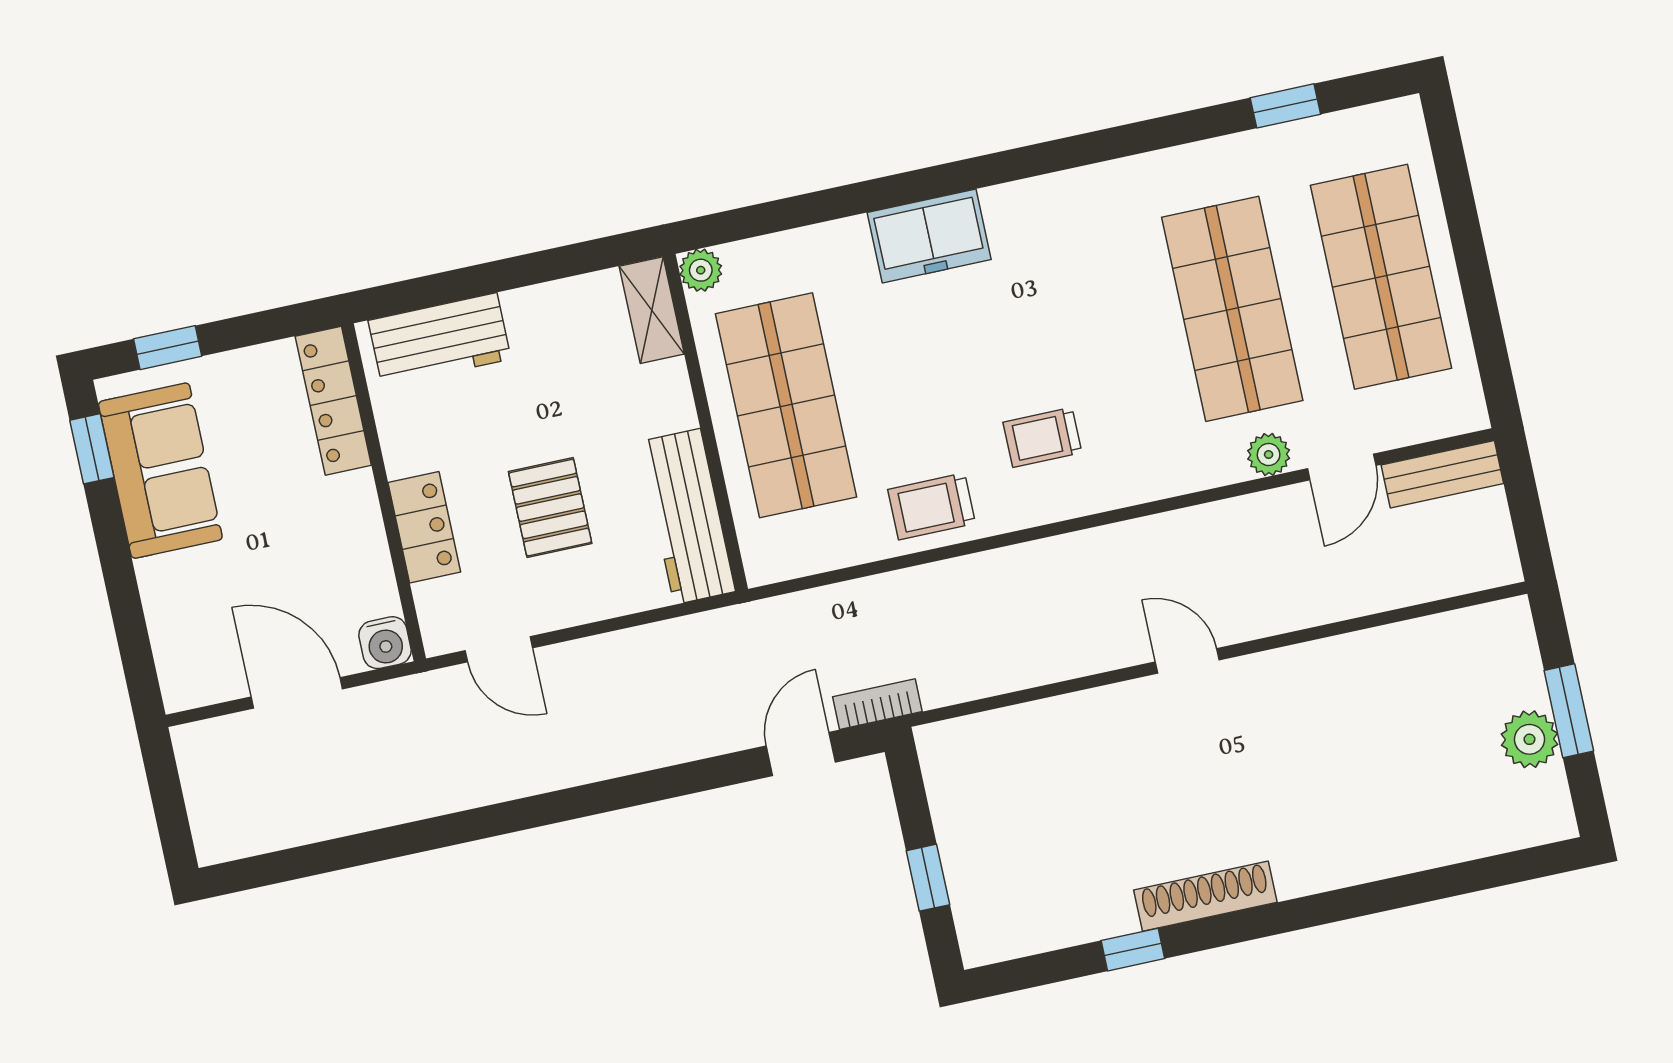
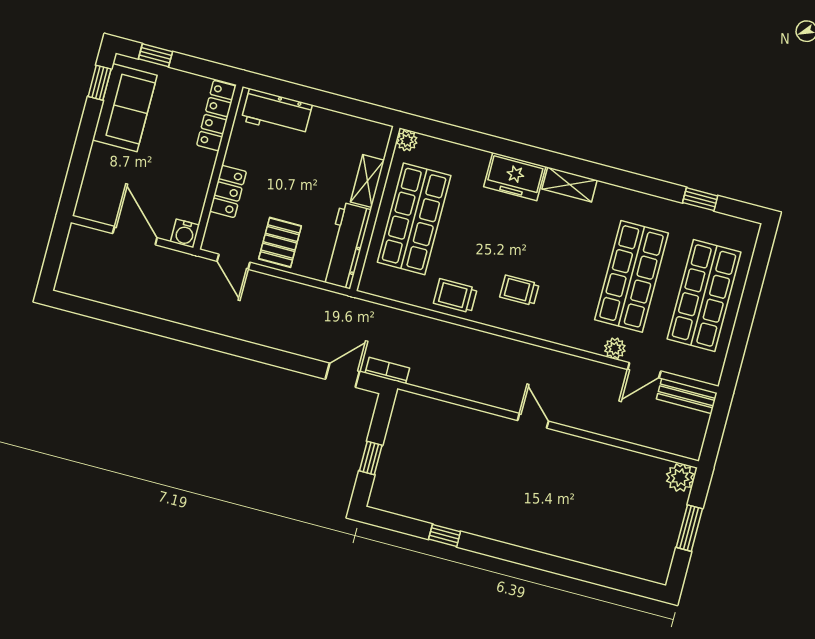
shelving: (1036, 200) -> (570, 185), added
shelving: (652, 310) -> (367, 181), moved
pallet: (550, 508) -> (280, 242), moved
plant: (1529, 739) -> (680, 478), moved
shoe rack: (1205, 896) -> (488, 528), removed

